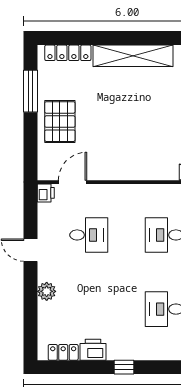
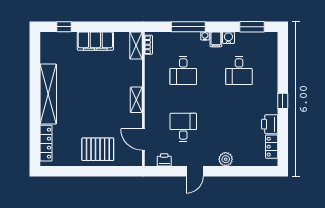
window: (31, 91) -> (75, 171), removed
shelving: (125, 173) -> (136, 100), added
printer: (46, 193) -> (164, 160), moved

